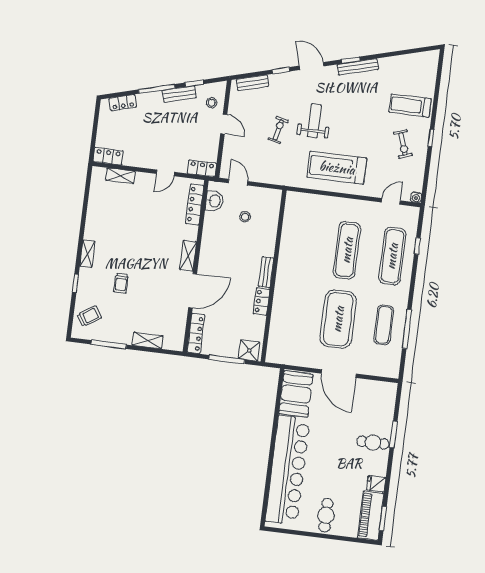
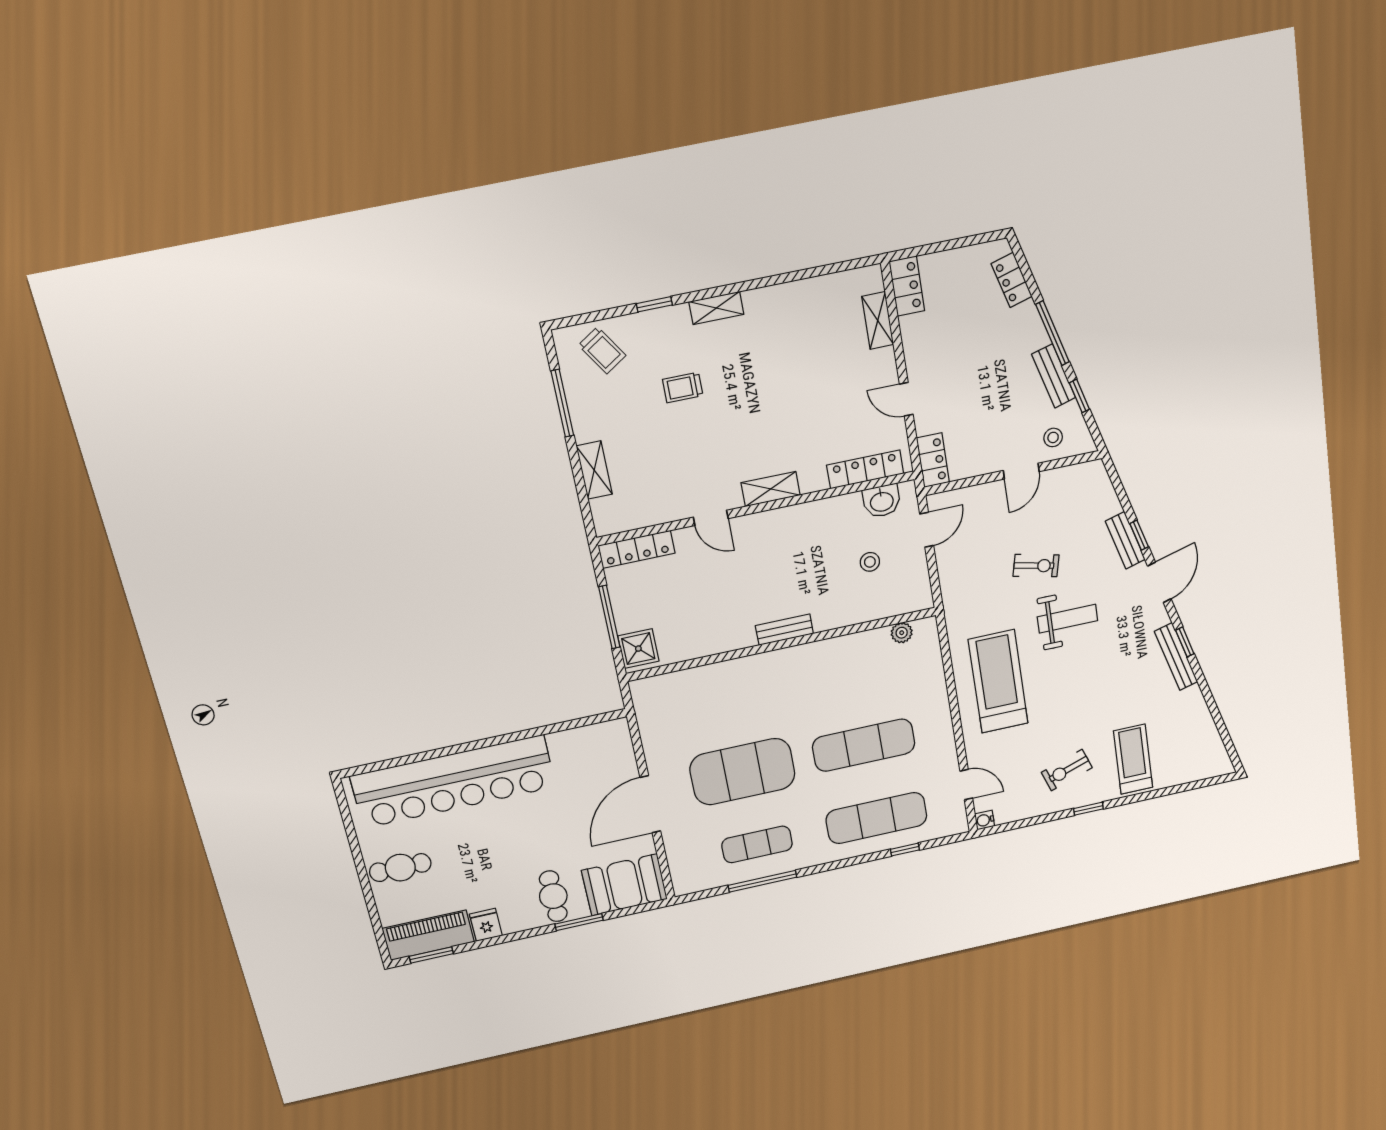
bench: (252, 83) -> (1125, 540), moved
plant: (290, 211) -> (902, 633), added
door: (193, 291) -> (711, 518), width x0.53
locker: (262, 301) -> (731, 640), removed
booth: (296, 394) -> (624, 885), moved

